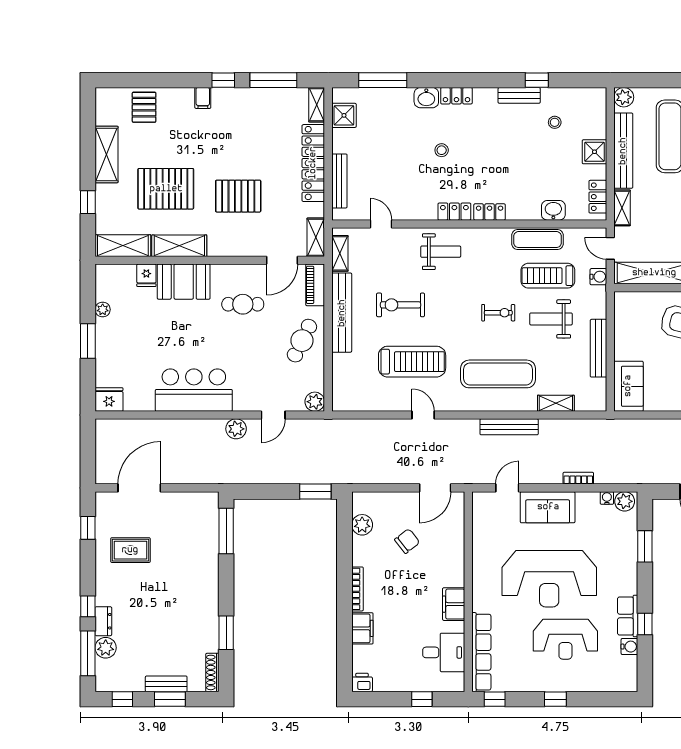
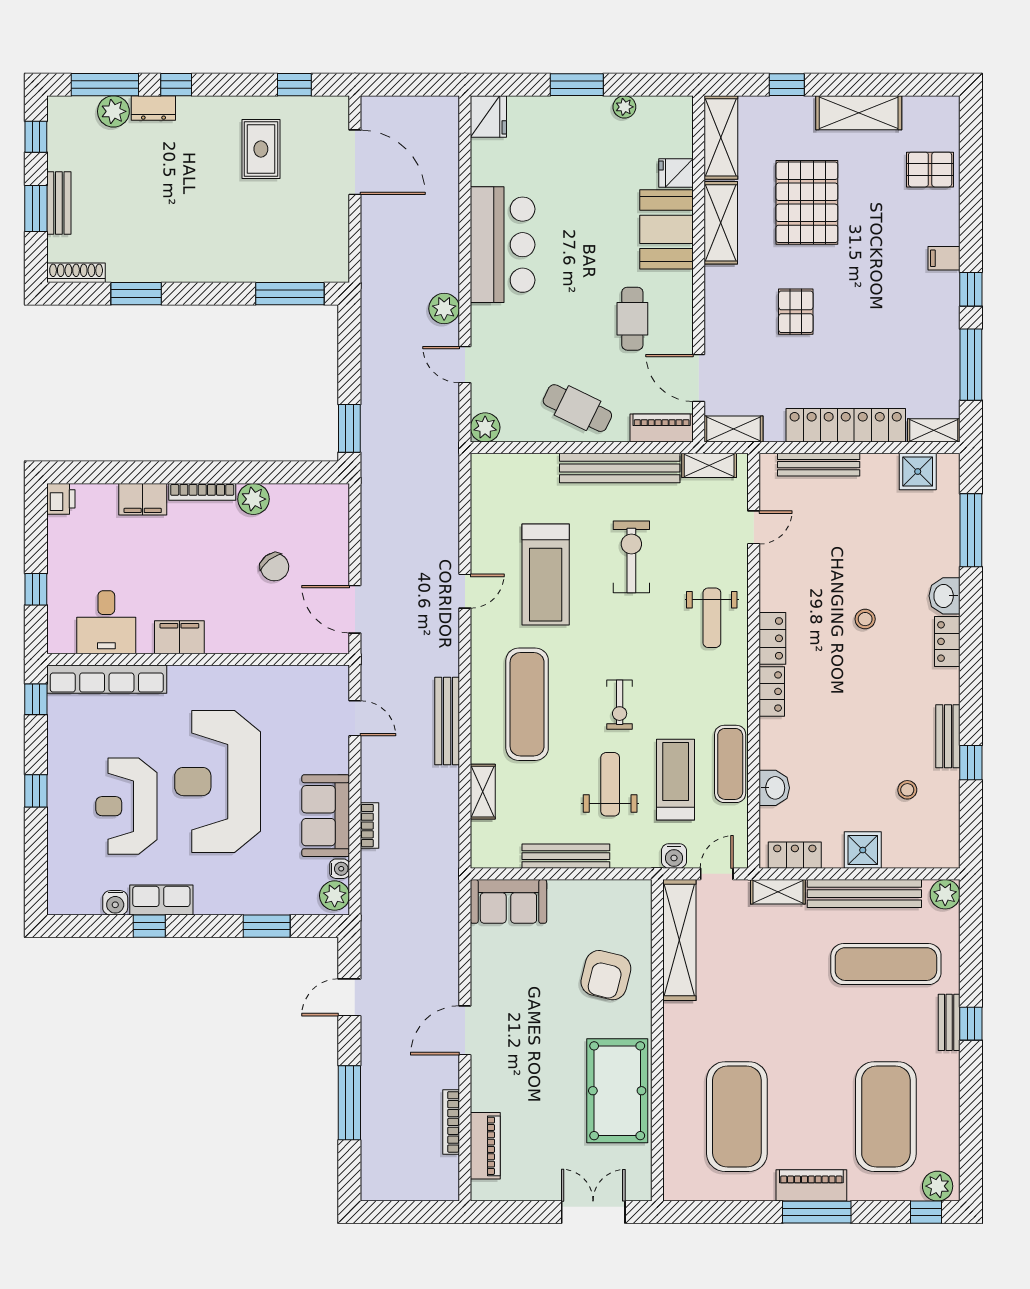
pallet: (238, 196) -> (796, 312), width x0.67, depth x0.71
sofa: (548, 507) -> (326, 816), moved
plant: (362, 525) -> (253, 499), moved

